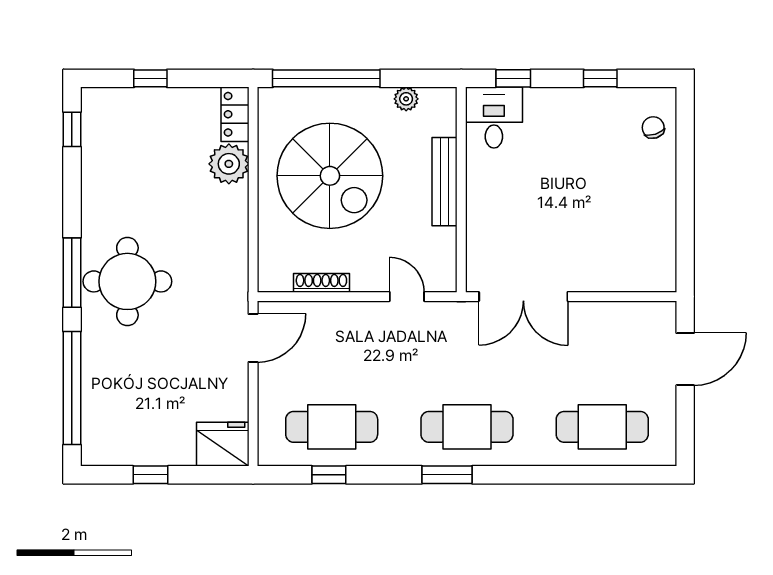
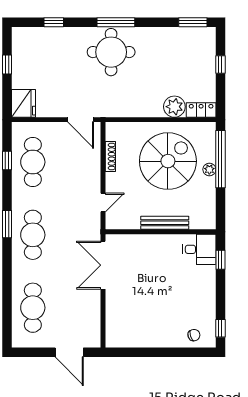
window: (600, 78) -> (220, 328), moved
plant: (406, 99) -> (209, 169), moved
window: (72, 129) -> (193, 22), width x1.50
spiral stairs: (330, 176) -> (168, 161), turned 180
window: (72, 388) -> (54, 22), width x0.32

